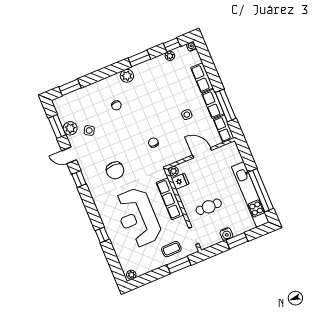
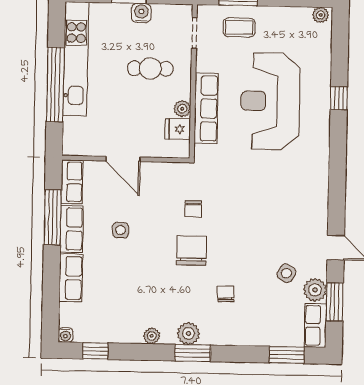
plant: (170, 56) -> (152, 336), moved
window: (139, 58) -> (193, 353), moved
row of seats: (62, 110) -> (315, 325), added
chair: (115, 170) -> (191, 251), moved
plant: (173, 171) -> (182, 109), moved
window: (79, 179) -> (337, 203), removed
window: (261, 190) -> (55, 85), moved
reception desk: (138, 217) -> (270, 101), turned 180

